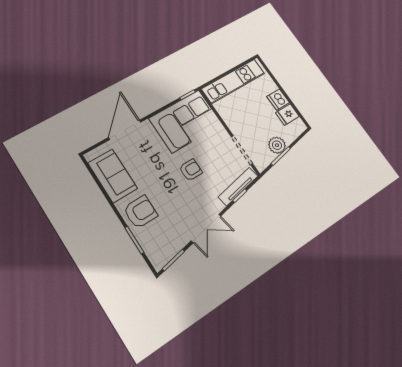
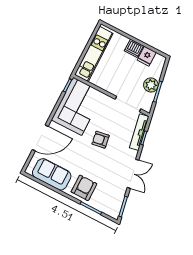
door: (125, 130) -> (40, 138), swing flipped
armchair: (191, 170) -> (101, 140), turned -99

